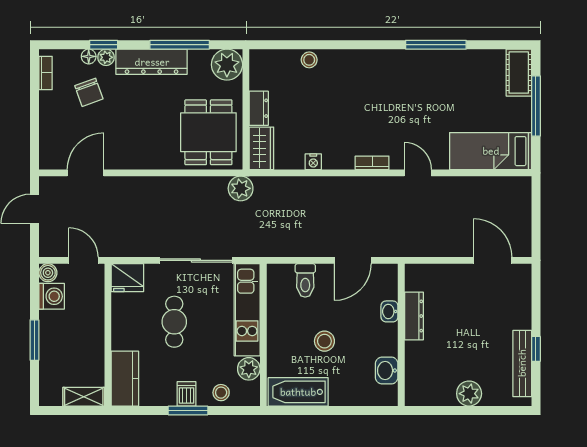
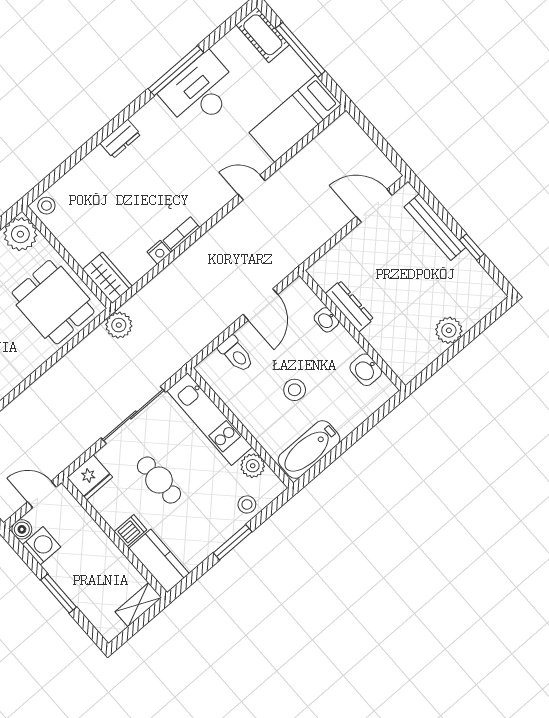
stool: (309, 60) -> (46, 206), moved
desk: (440, 74) -> (200, 91), added
dresser: (259, 108) -> (120, 139), moved, turned 90
bookcase: (372, 163) -> (181, 234), moved
bench: (522, 363) -> (435, 227), moved
dishwasher: (186, 394) -> (130, 531), moved, turned 90

